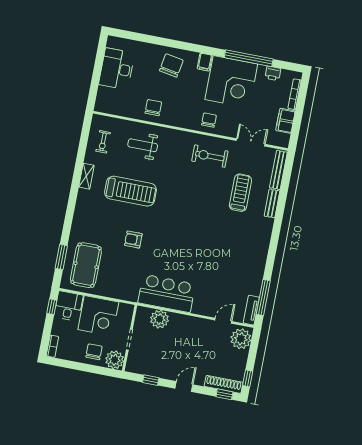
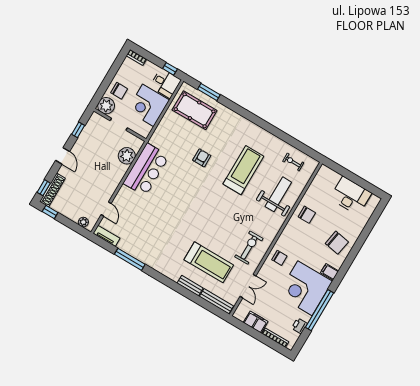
weight bench: (143, 145) -> (278, 194), width x1.36, depth x1.33
shelving: (86, 176) -> (269, 138), removed
treadmill: (130, 191) -> (243, 170), turned 180
treadmill: (240, 193) -> (209, 262), width x1.37, depth x1.38
window: (263, 298) -> (130, 259), moved
plant: (241, 339) -> (83, 222), width x0.53, depth x0.53

